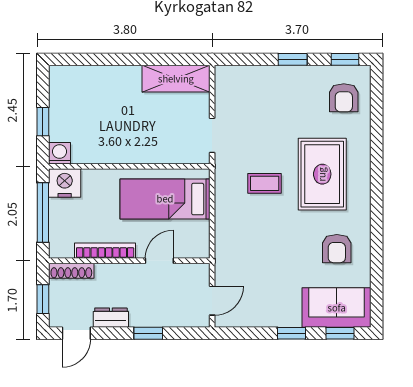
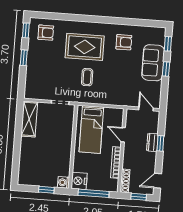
sofa: (337, 308) -> (153, 63), moved
dresser: (111, 318) -> (152, 142), moved
door: (76, 333) -> (158, 181), swing flipped

